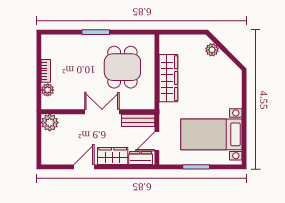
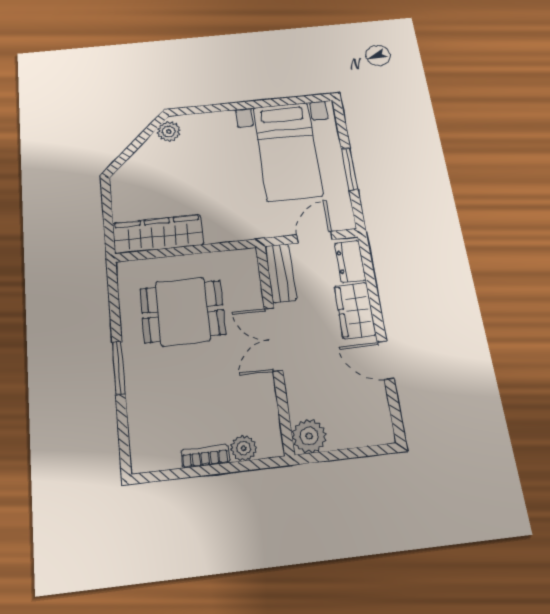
plant: (212, 50) -> (169, 131), moved
wardrobe: (168, 78) -> (158, 234), moved
door: (157, 141) -> (315, 237), swing flipped

